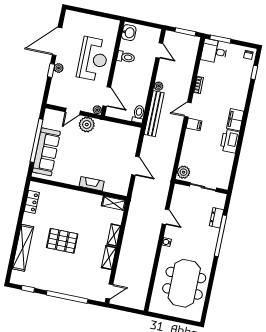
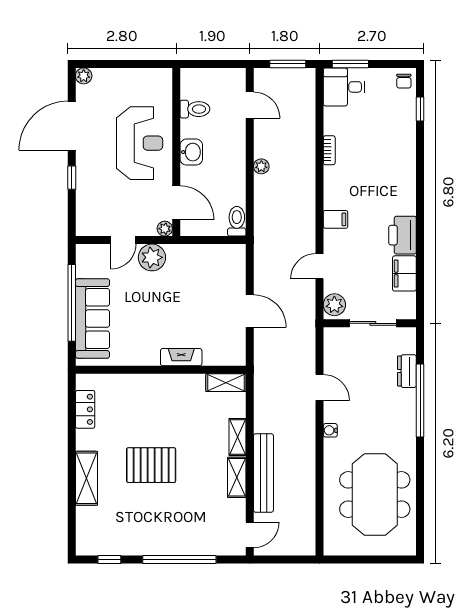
washbasin: (129, 33) -> (191, 152), moved
toilet: (126, 57) -> (195, 109), moved
plant: (59, 68) -> (84, 76), moved
door: (188, 110) -> (319, 266), moved
bench: (154, 114) -> (263, 473), moved
filing cabinet: (235, 120) -> (404, 273), moved
shelving: (23, 248) -> (86, 478), width x0.68

